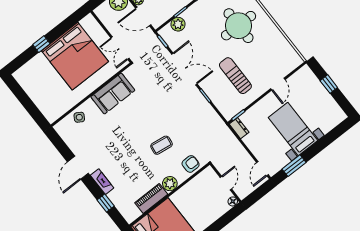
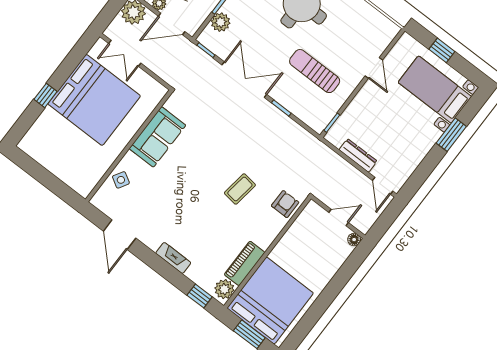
double door: (120, 48) -> (125, 53), moved
dresser: (239, 128) -> (358, 155), moved, width x1.44
bed with nightstands: (293, 129) -> (435, 90), moved
window: (294, 166) -> (451, 135), moved
door: (78, 168) -> (120, 235), moved
door: (226, 183) -> (339, 217), hinge flipped
plant: (170, 184) -> (224, 289), moved
window: (106, 203) -> (200, 296), moved

